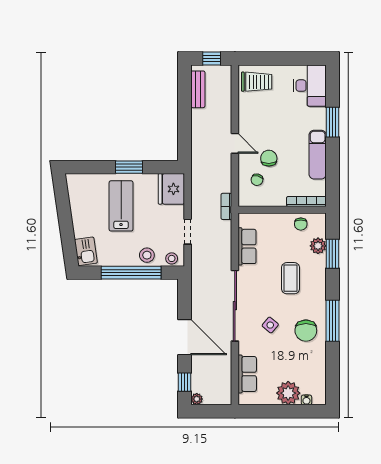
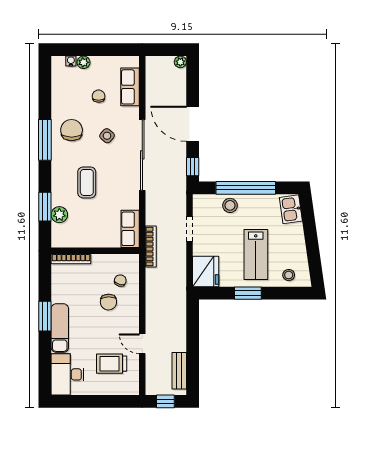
trolley: (257, 82) -> (112, 364), moved
window: (332, 122) -> (45, 316), moved
door: (235, 143) -> (142, 344), moved
exam couch: (318, 155) -> (60, 328), moved
bookcase: (226, 206) -> (151, 247), width x1.56
chair: (301, 224) -> (99, 96), moved
row of seats: (247, 246) -> (130, 229), moved
stool: (172, 258) -> (289, 275), moved
window: (184, 382) -> (193, 167), moved
plant: (288, 393) -> (84, 62), width x0.53, depth x0.53

